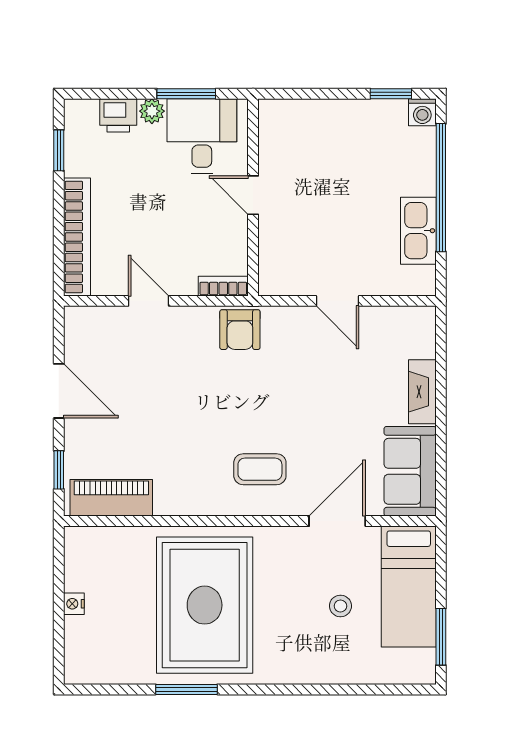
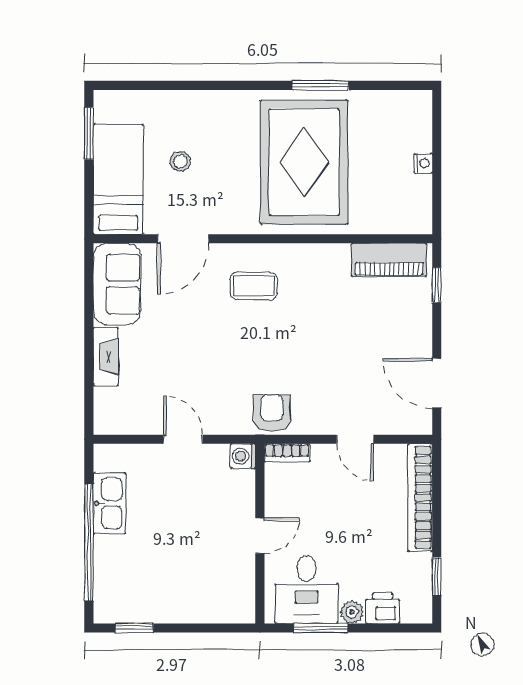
washing machine: (422, 112) -> (243, 456), moved, turned -90
door: (253, 195) -> (260, 536), hinge flipped
door: (59, 391) -> (437, 383), moved

